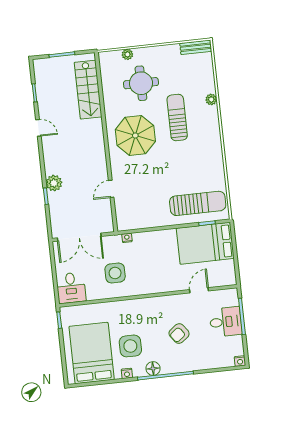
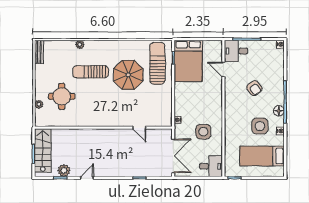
stairs: (88, 90) -> (43, 151), moved, turned -90
parasol: (135, 135) -> (128, 75), moved
plant: (54, 183) -> (64, 171), moved
desk: (226, 322) -> (236, 51), moved, turned -90
bed: (92, 353) -> (262, 156), width x0.67

